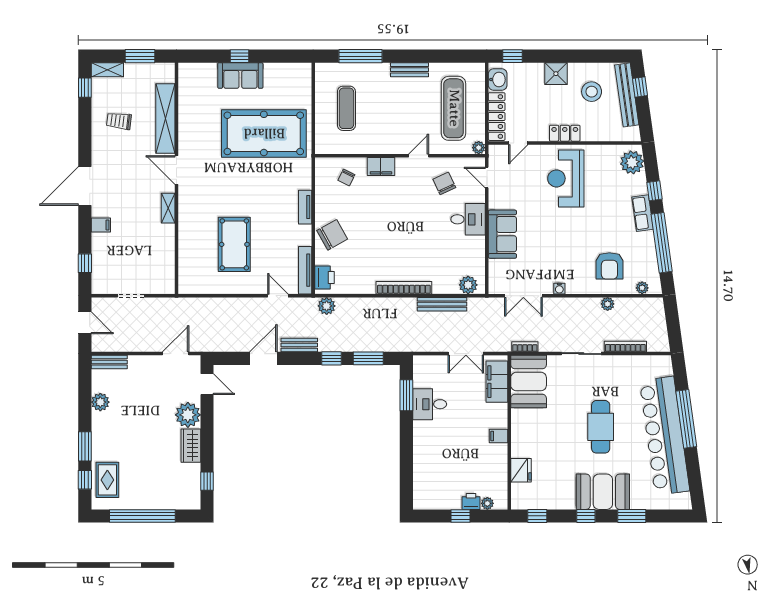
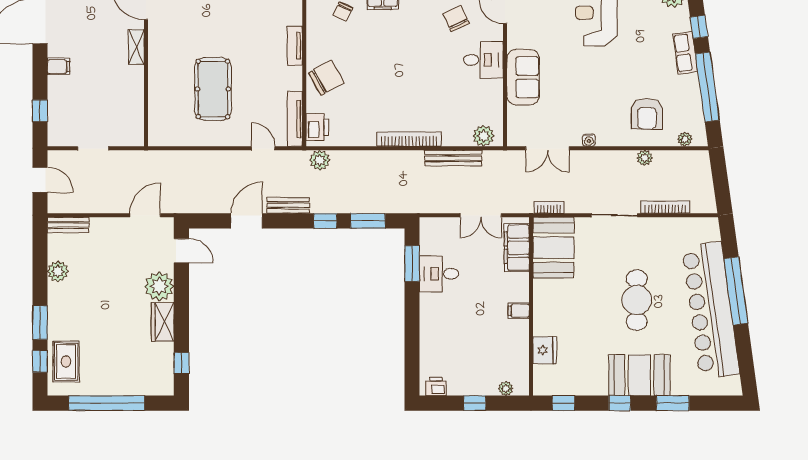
printer: (471, 501) -> (436, 386), moved

